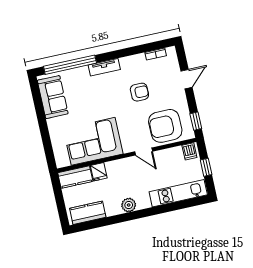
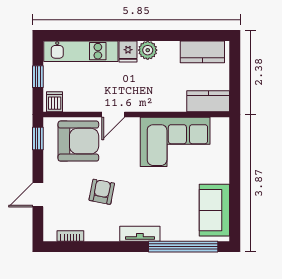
armchair: (139, 92) -> (102, 192), turned 101
door: (144, 152) -> (113, 114), swing flipped
fridge: (99, 172) -> (128, 51), moved, turned 180

